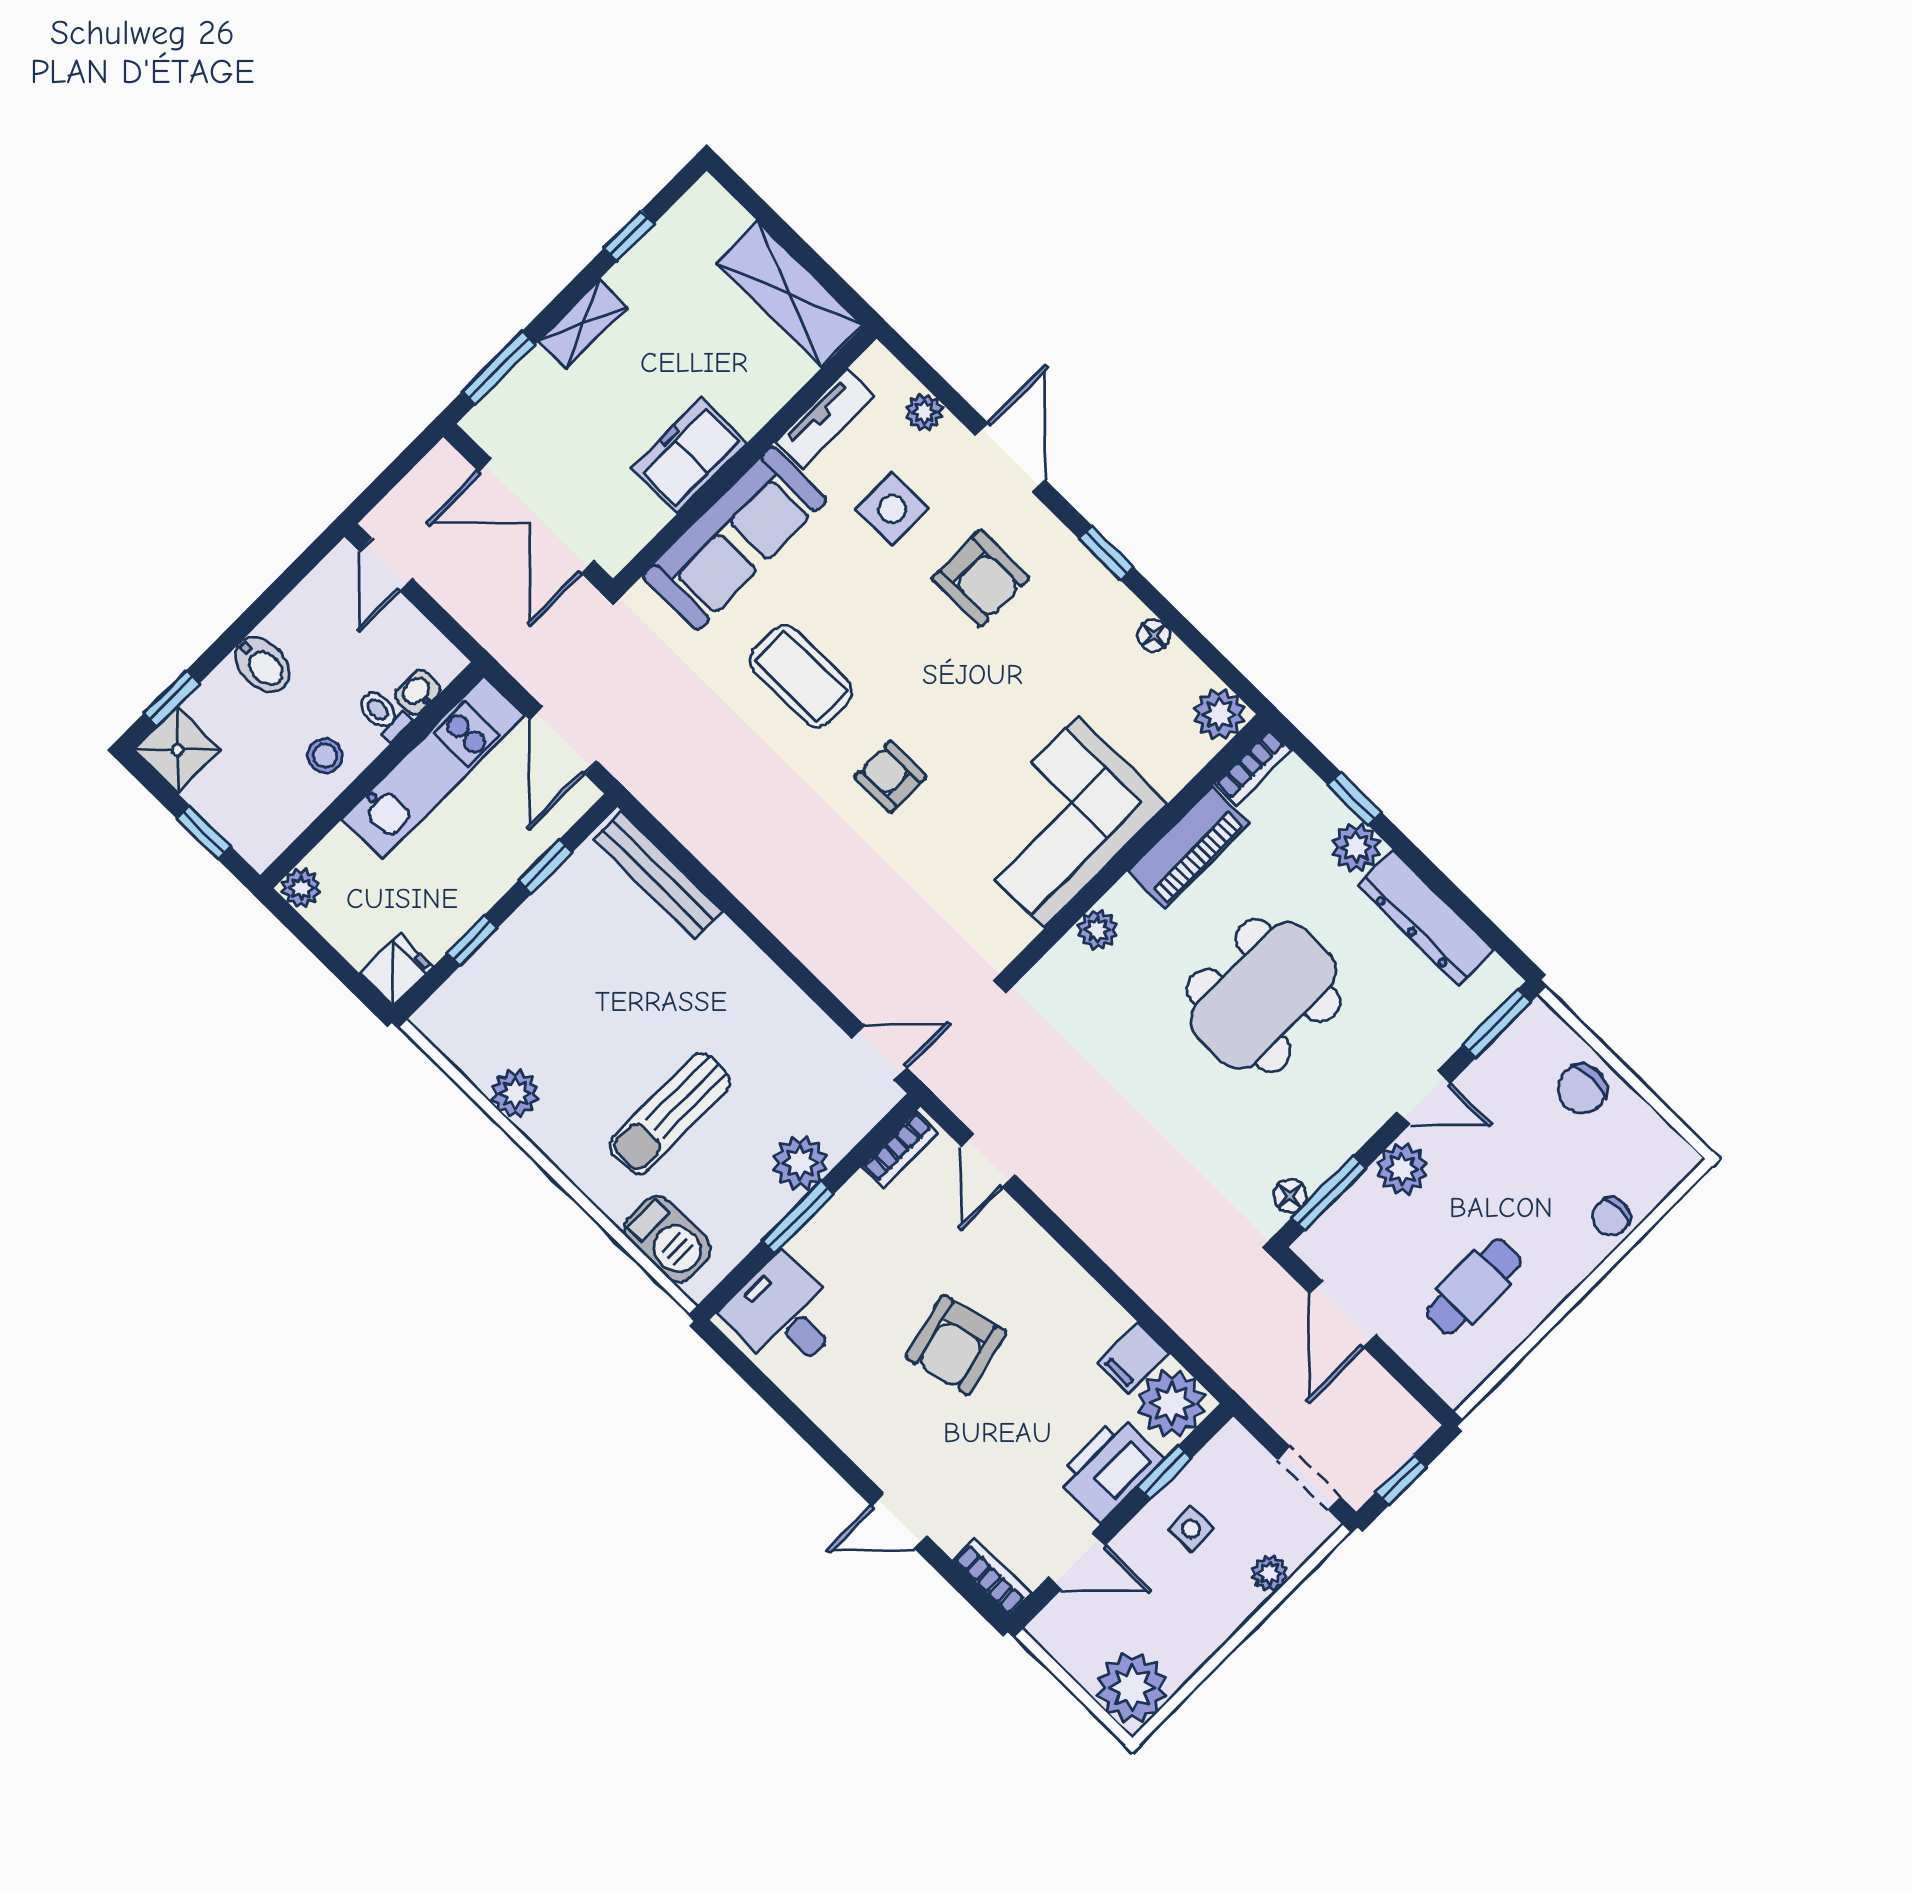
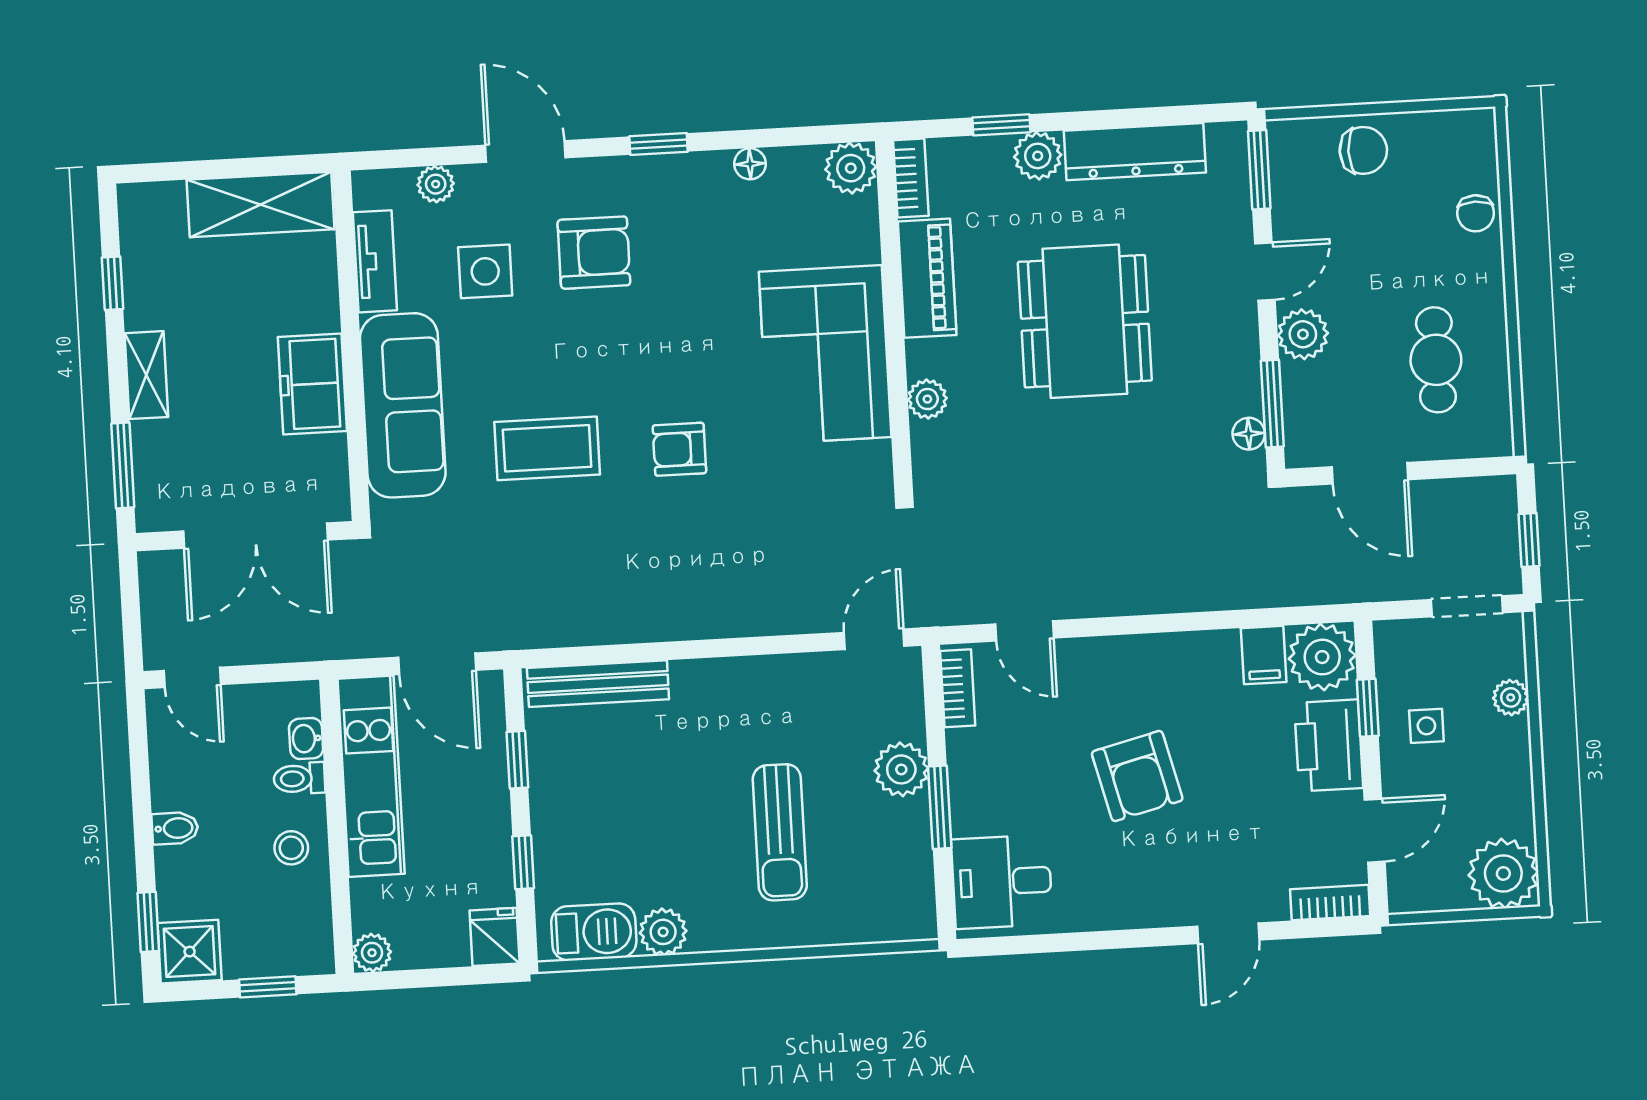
bidet: (262, 665) -> (175, 828), width x0.72, depth x0.74
chair: (1582, 1089) -> (1363, 150), turned -90
barbecue: (668, 1239) -> (594, 932), moved

